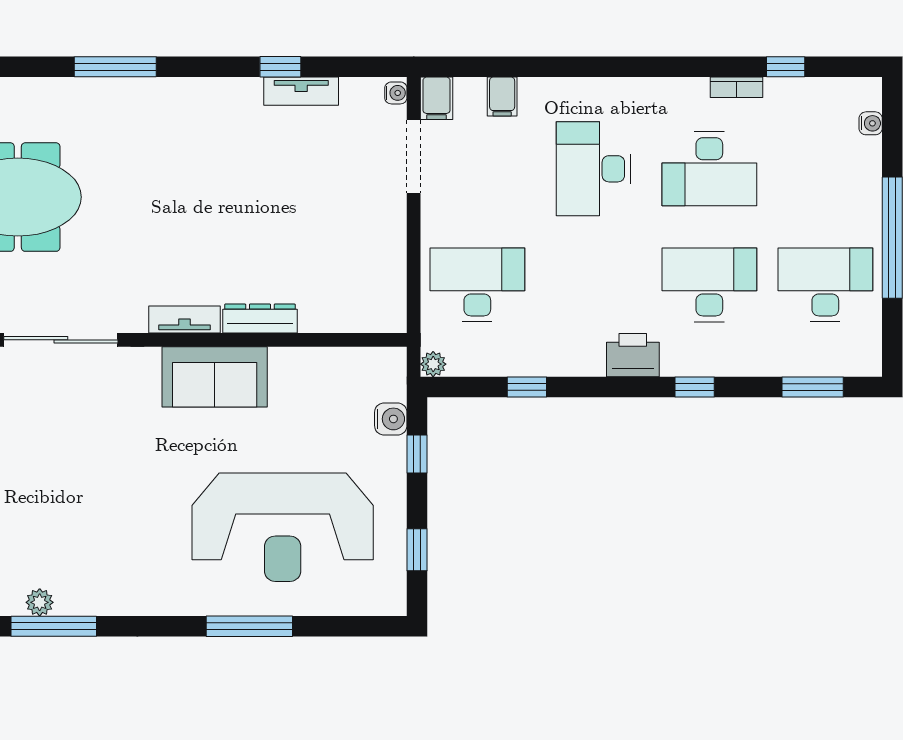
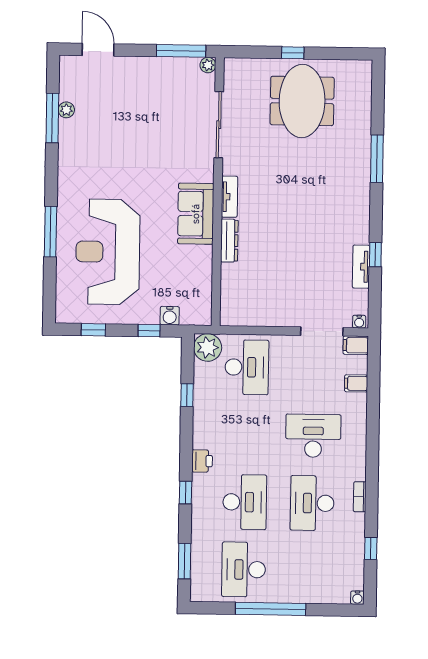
bookcase: (737, 87) -> (360, 497), moved
water cooler: (871, 123) -> (357, 598), moved
desk: (825, 285) -> (244, 569), turned 180
printer: (633, 355) -> (202, 461), width x0.73, depth x0.81
plant: (433, 364) -> (208, 347), width x1.88, depth x1.88

